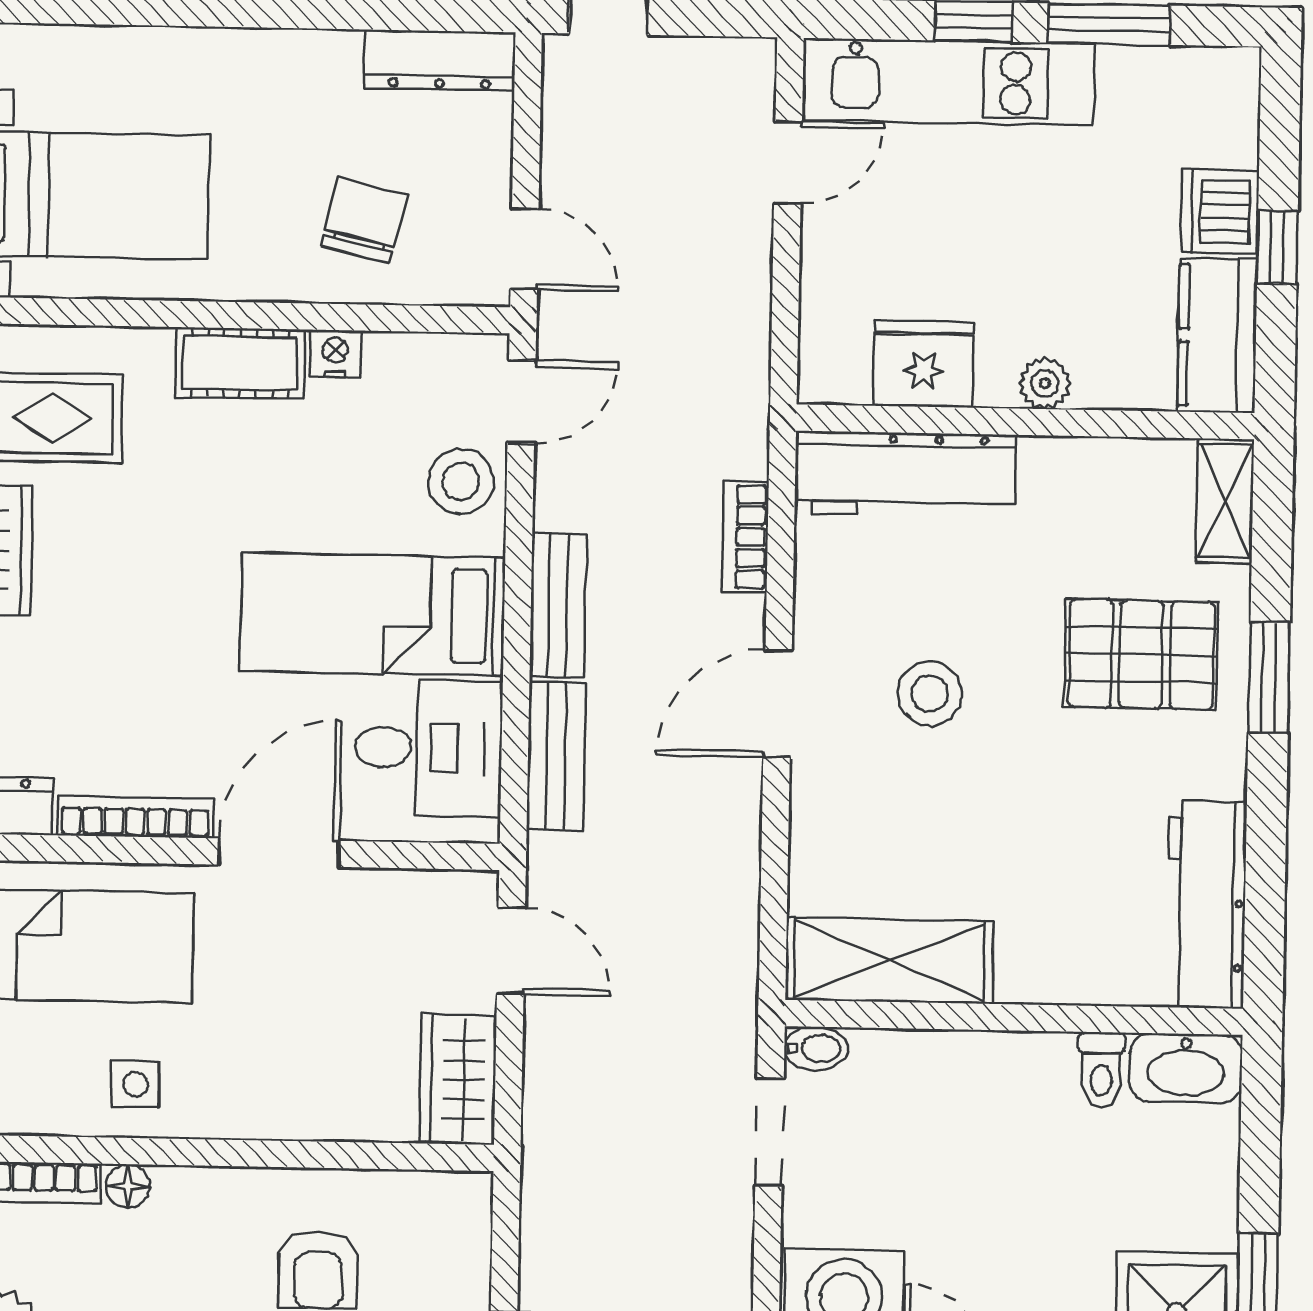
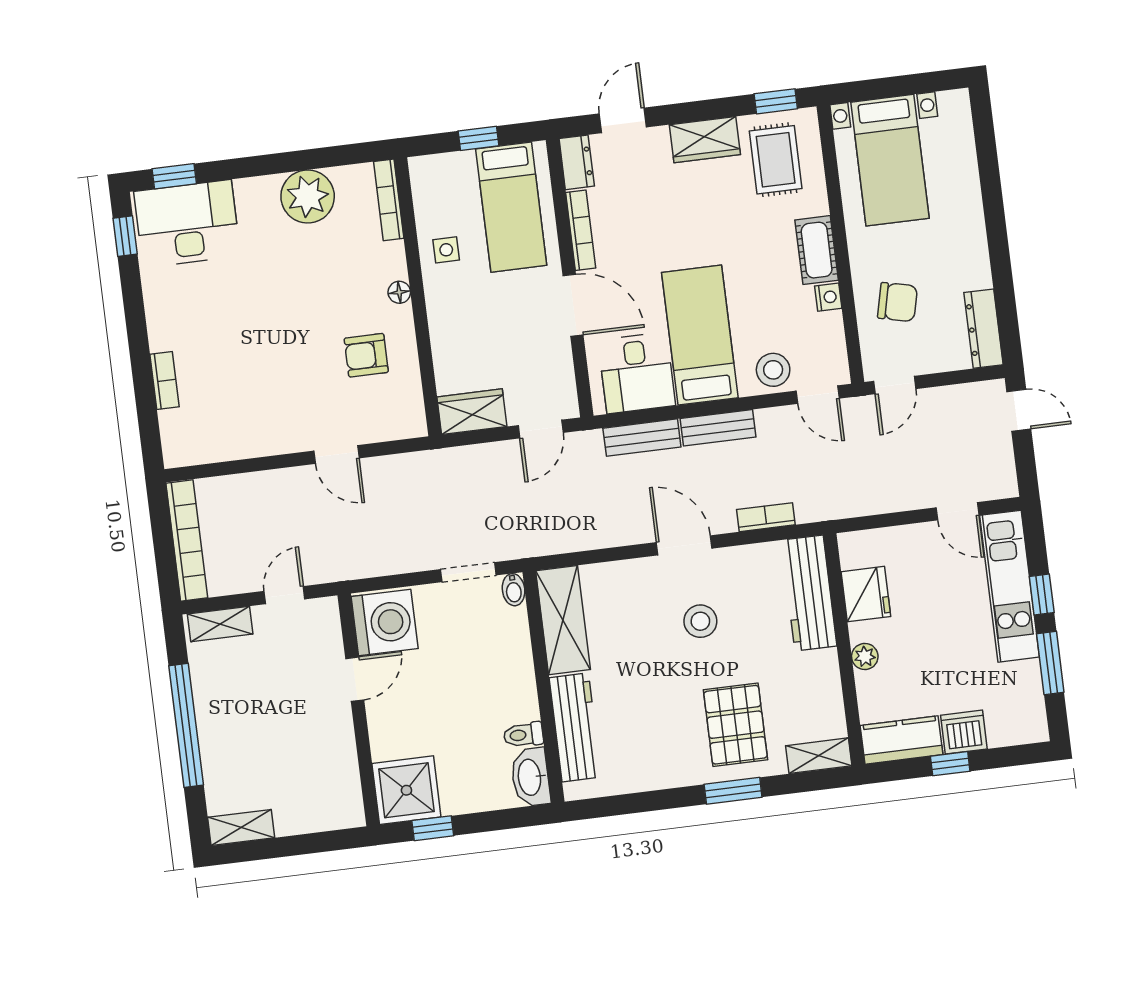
workbench: (1206, 904) -> (575, 727), moved, turned 90
floor lamp: (128, 1186) -> (399, 292), moved

